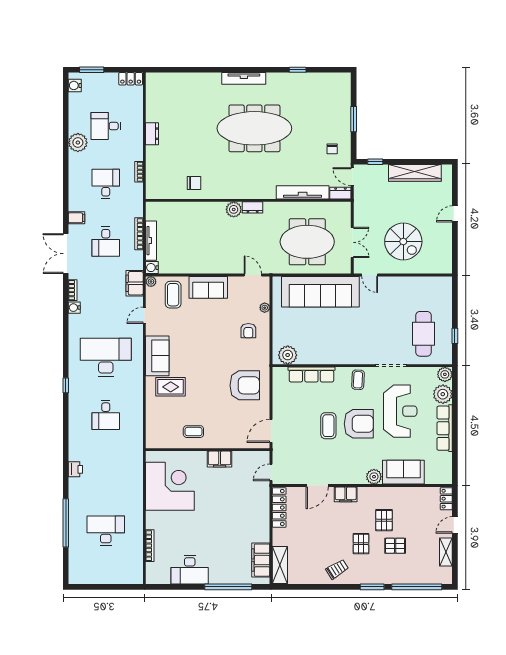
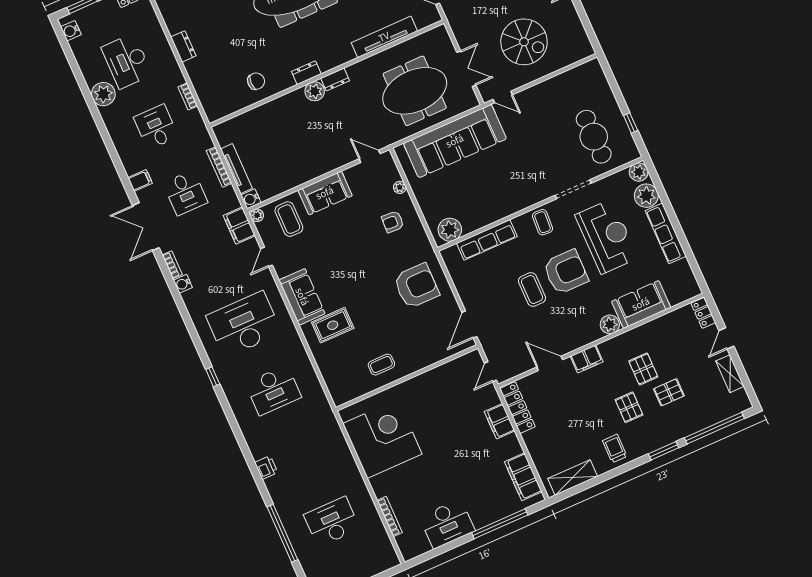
desk: (106, 126) -> (127, 61), width x1.37
dresser: (340, 193) -> (306, 73), moved
armchair: (248, 331) -> (393, 222), turned 93
desk: (106, 415) -> (273, 390), width x1.37
filing cabinet: (220, 459) -> (500, 421), moved, turned 90
door: (317, 486) -> (550, 363), swing flipped
shelving: (280, 565) -> (573, 477), moved, turned 90
trolley: (337, 569) -> (615, 448), turned -58

